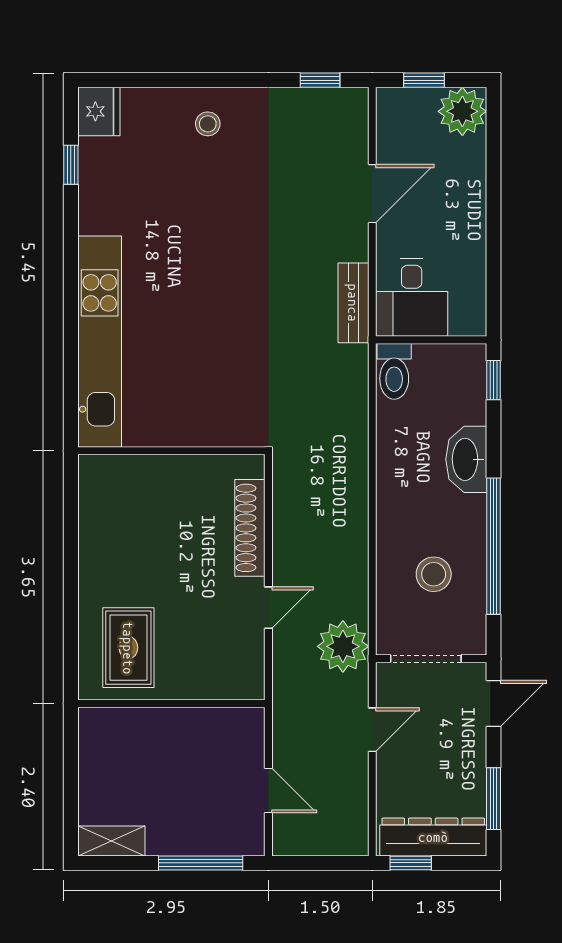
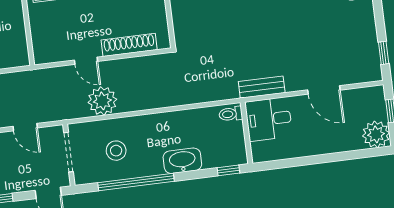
toilet: (394, 371) -> (231, 114), width x0.73, depth x0.72
plant: (343, 646) -> (102, 101), moved

